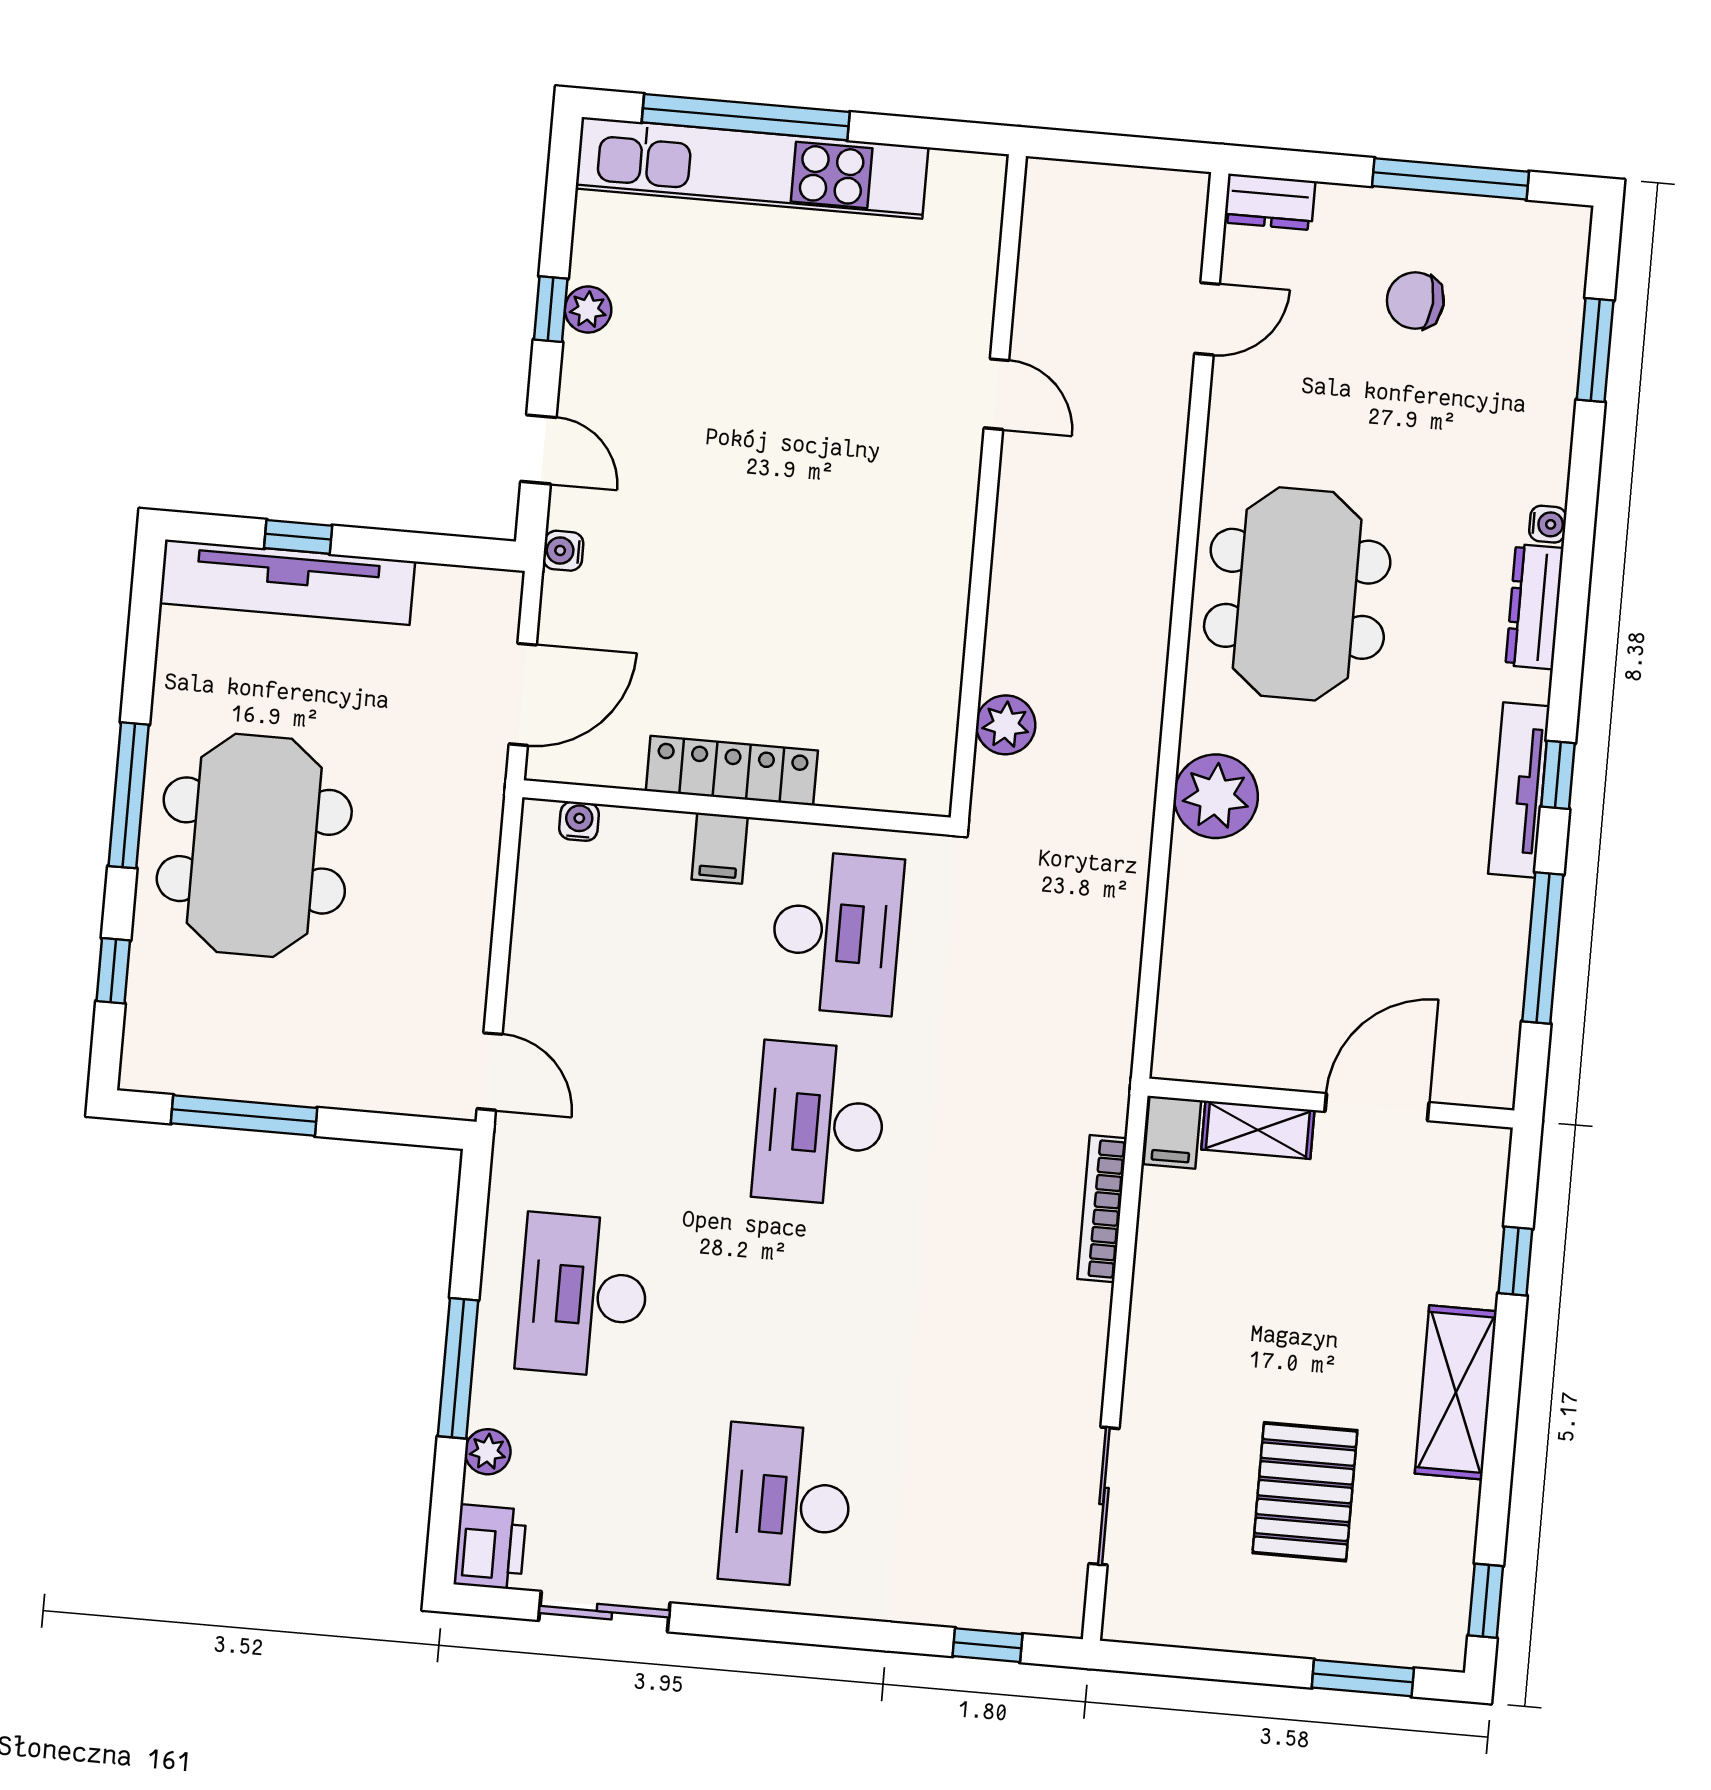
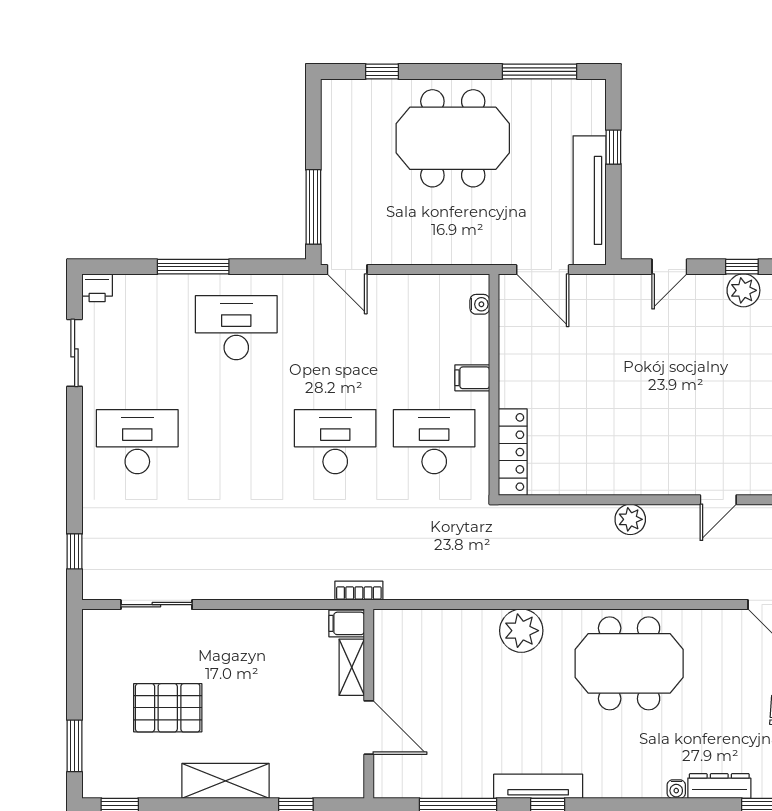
plant: (588, 309) -> (743, 290), width x1.38, depth x1.38
water cooler: (563, 551) -> (618, 284), removed
tv unit: (287, 582) -> (590, 200), moved
dresser: (1535, 607) -> (719, 786), moved
plant: (1006, 725) -> (630, 519), moved
locker: (732, 771) -> (513, 452), moved
window: (129, 795) -> (540, 71), moved
desk: (836, 933) -> (434, 442), turned 180
door: (490, 1071) -> (347, 270), hinge flipped
window: (244, 1116) -> (313, 207), moved
bookcase: (1102, 1209) -> (359, 591), moved, width x0.64
plant: (488, 1452) -> (152, 286), removed
printer: (490, 1547) -> (97, 288), width x0.73, depth x0.81

